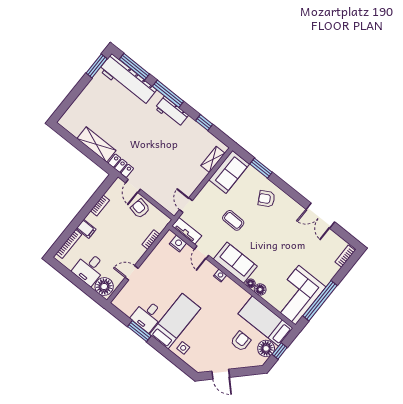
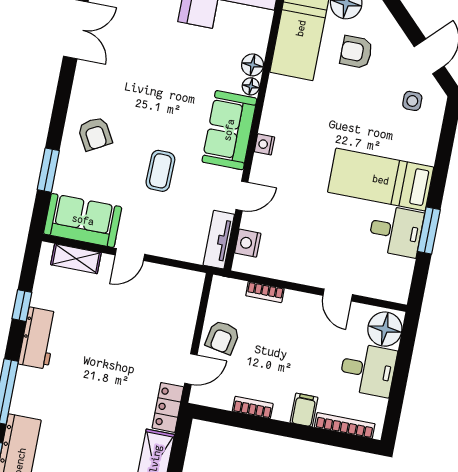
workbench: (172, 112) -> (38, 338), moved
door: (186, 205) -> (130, 255), moved
side table: (183, 348) -> (412, 101), moved

